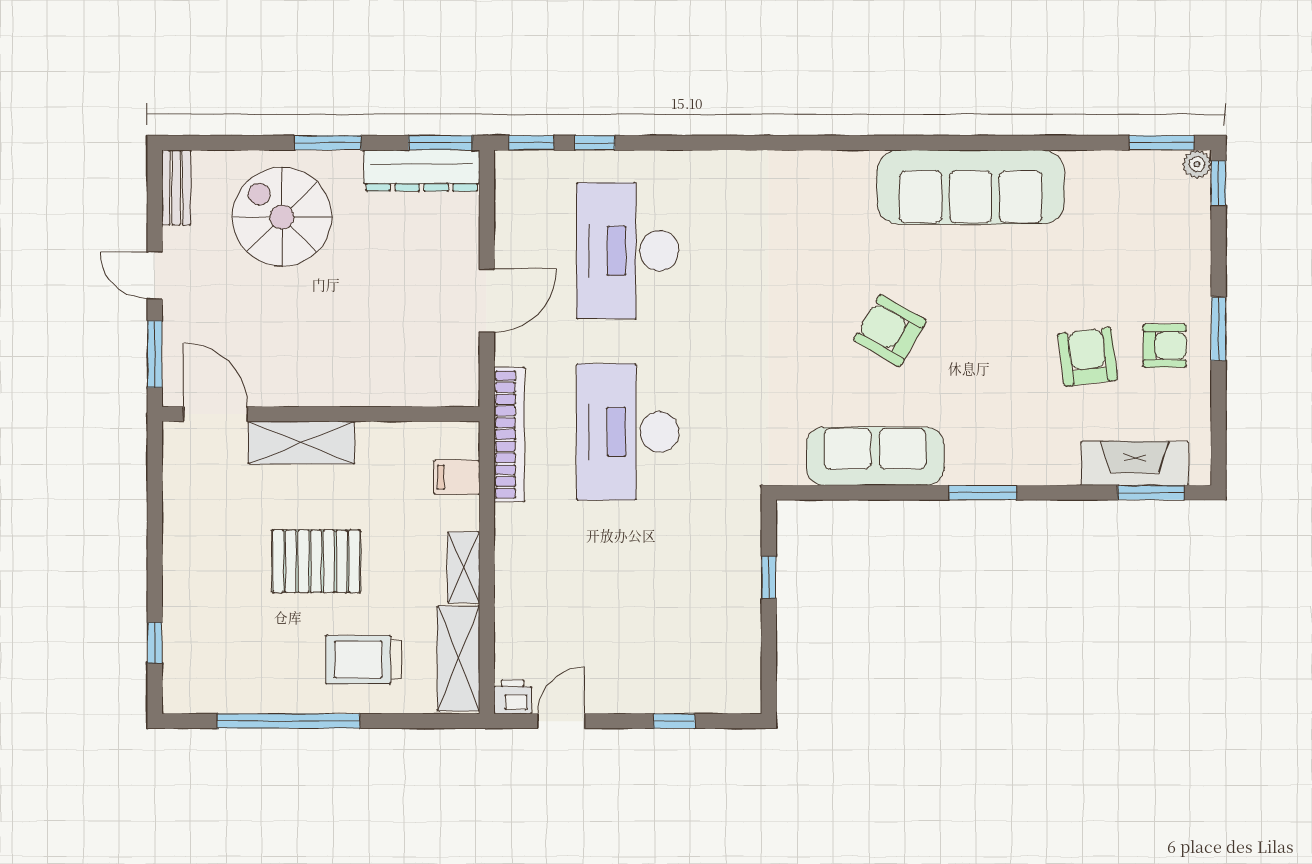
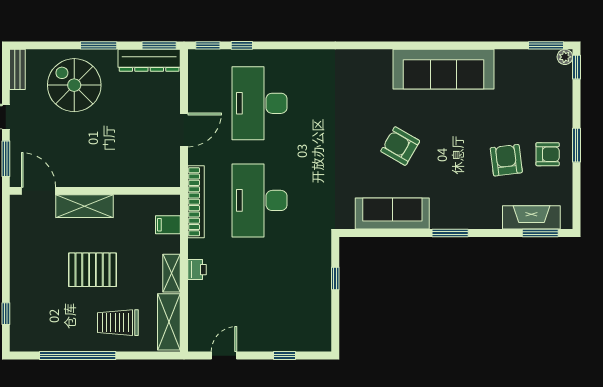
printer: (513, 697) -> (197, 270), moved, turned 90

